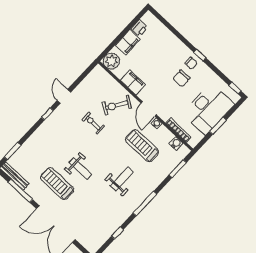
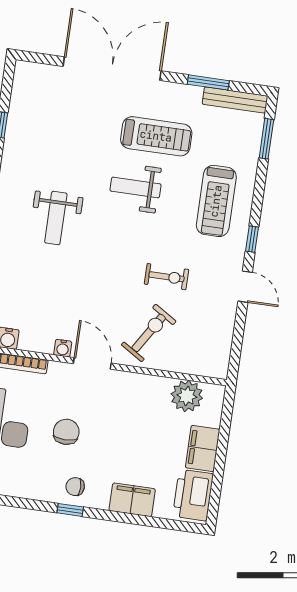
printer: (139, 28) -> (193, 495), width x1.87, depth x1.48
plant: (111, 61) -> (187, 396), moved
chair: (181, 78) -> (66, 432), moved
filing cabinet: (133, 82) -> (132, 500), moved, turned 180
treadmill: (142, 146) -> (216, 201), moved, turned 90
window: (20, 191) -> (208, 82), width x0.69

